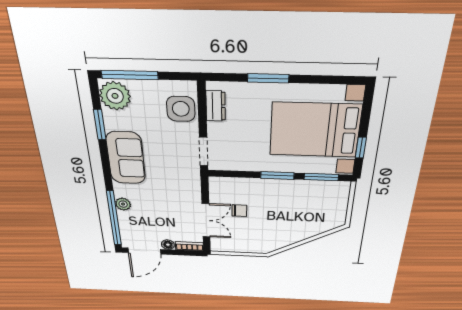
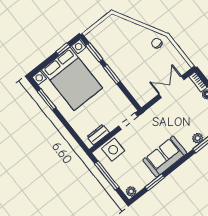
window: (130, 75) -> (107, 175), moved
window: (268, 78) -> (47, 100), moved
plant: (115, 96) -> (131, 191), width x0.53, depth x0.53
chair: (239, 211) -> (157, 43), moved

